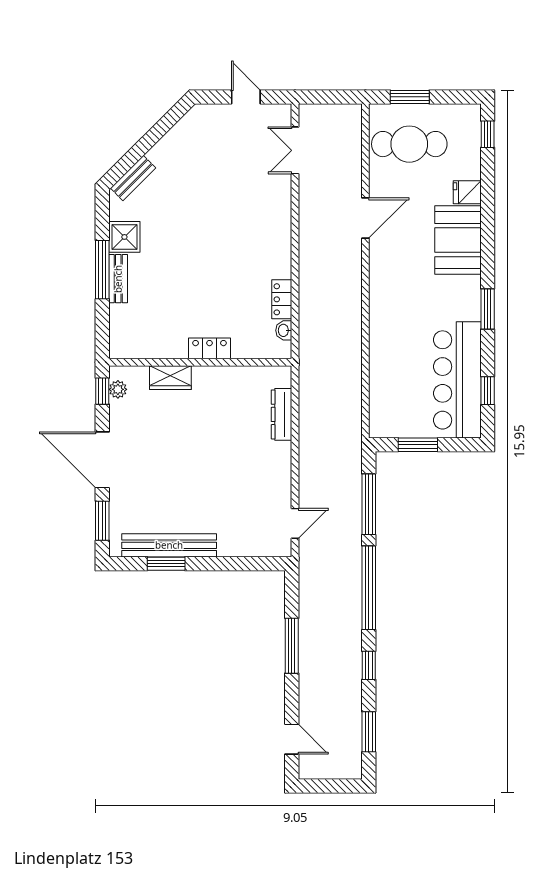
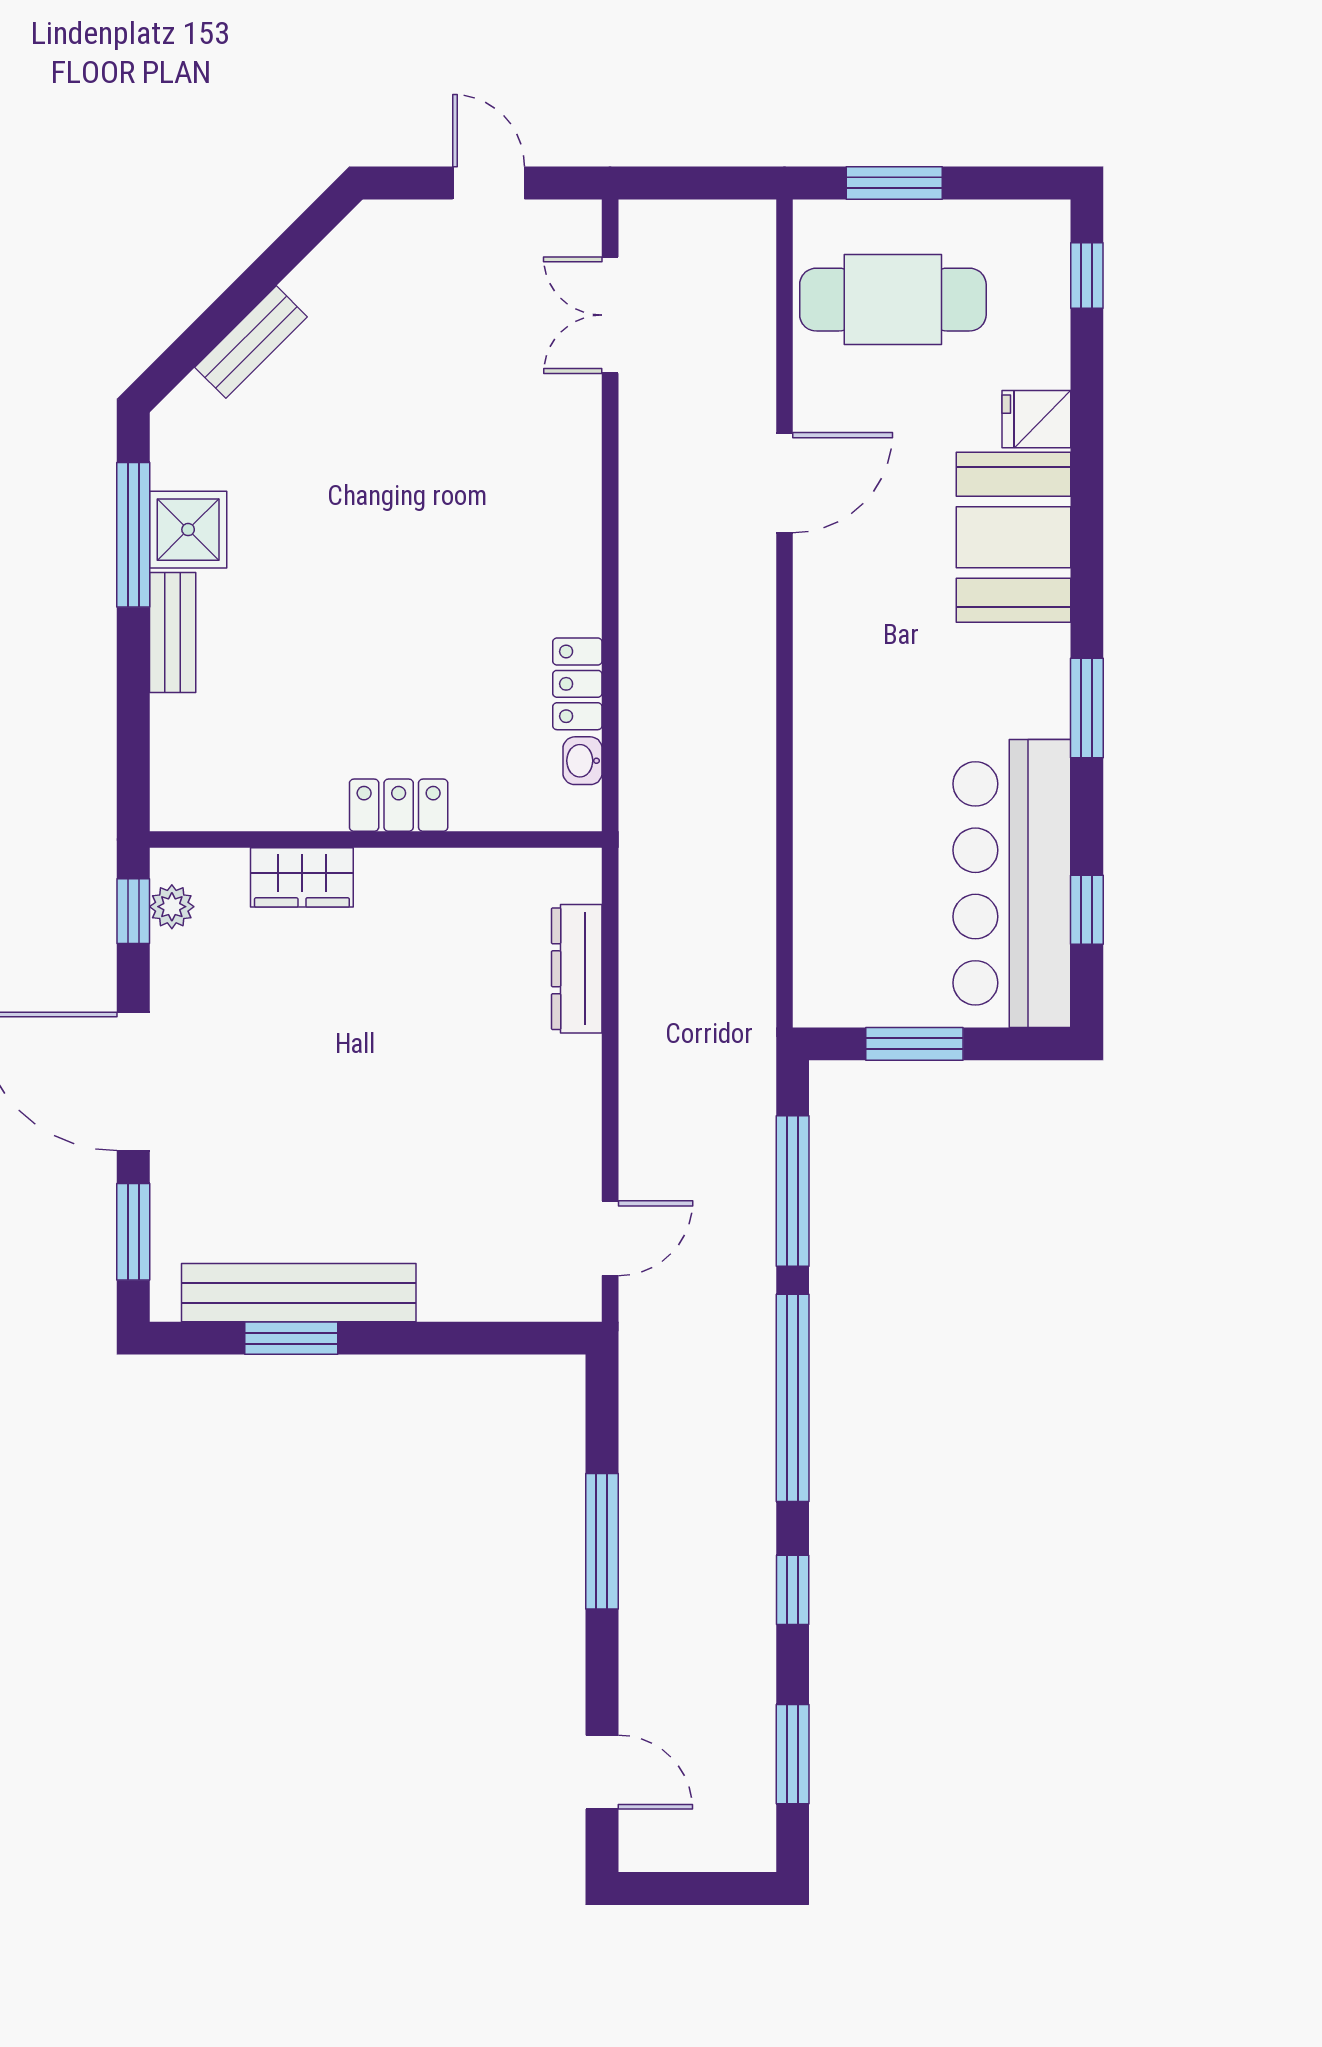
bench: (133, 178) -> (251, 342), moved
window: (102, 270) -> (133, 535), moved

